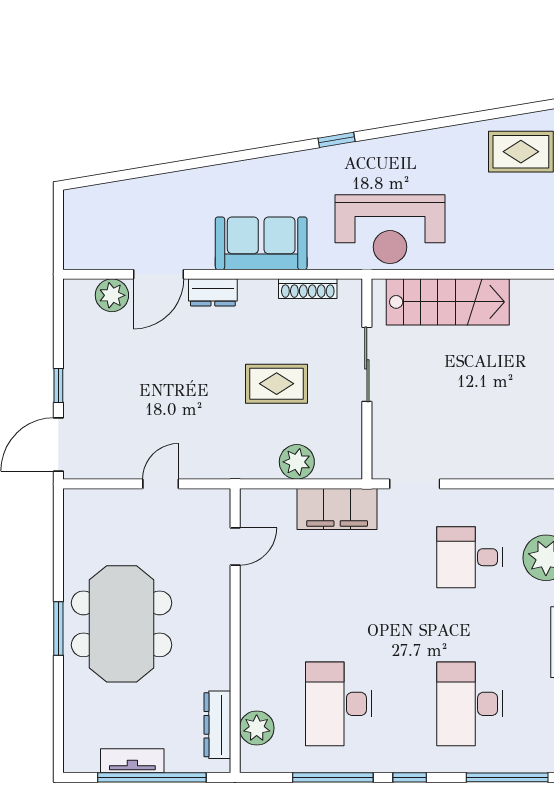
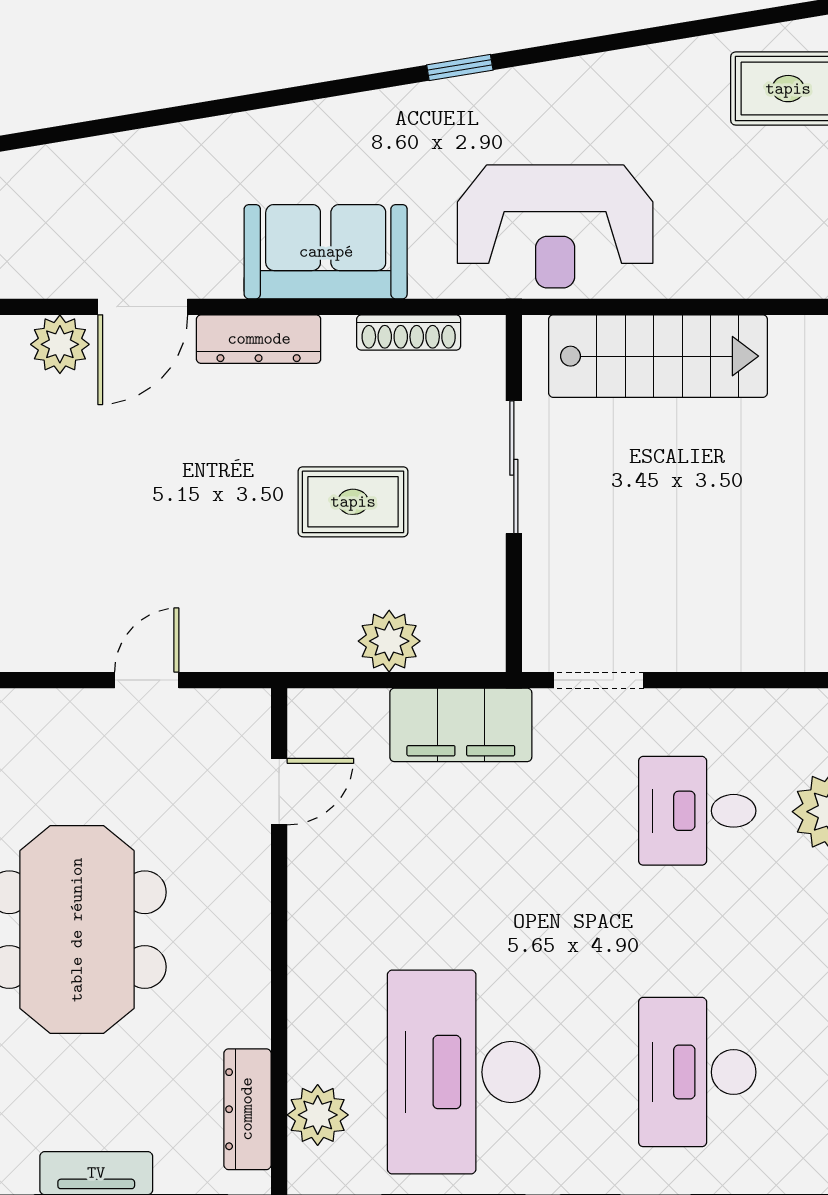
dresser: (213, 292) -> (259, 339), width x1.44
desk: (339, 704) -> (464, 1072), width x1.36, depth x1.30

